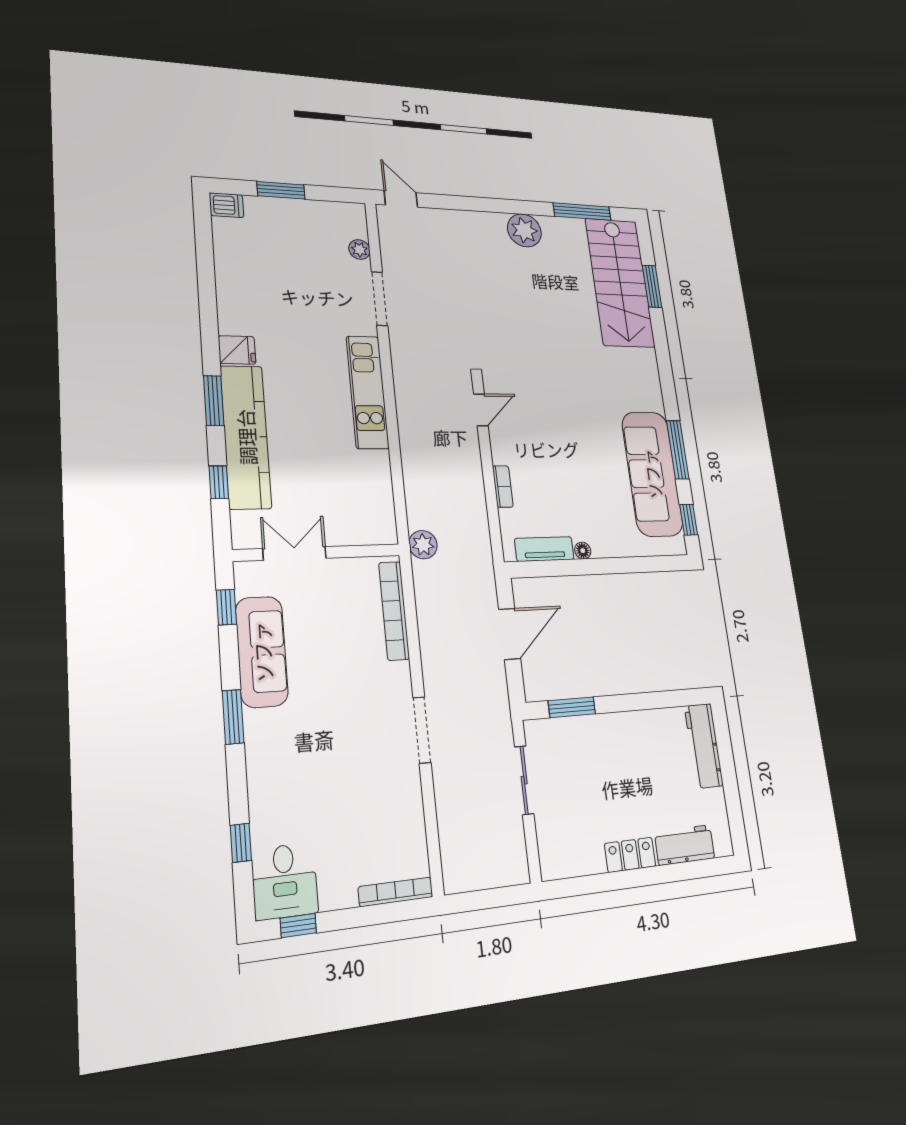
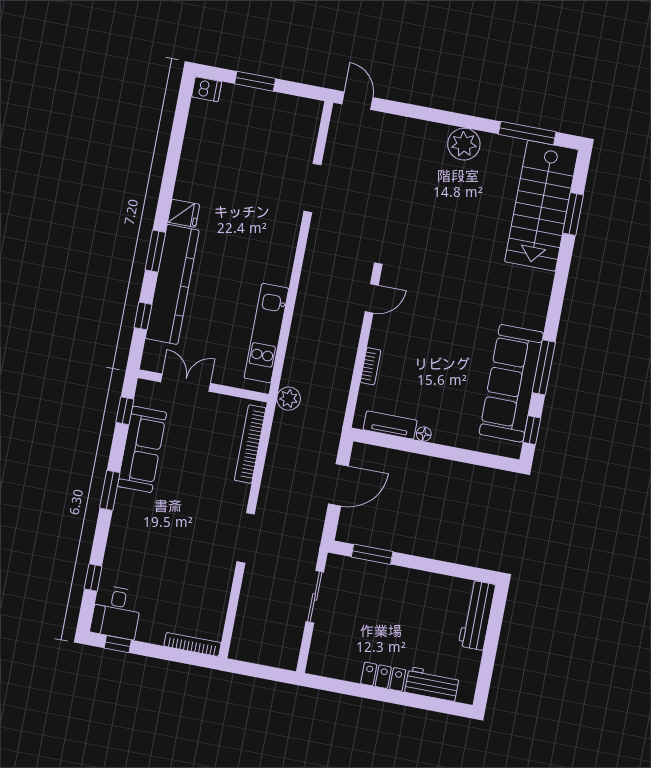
plant: (359, 250) -> (307, 142), removed
kitchen unit: (368, 392) -> (266, 333), moved

